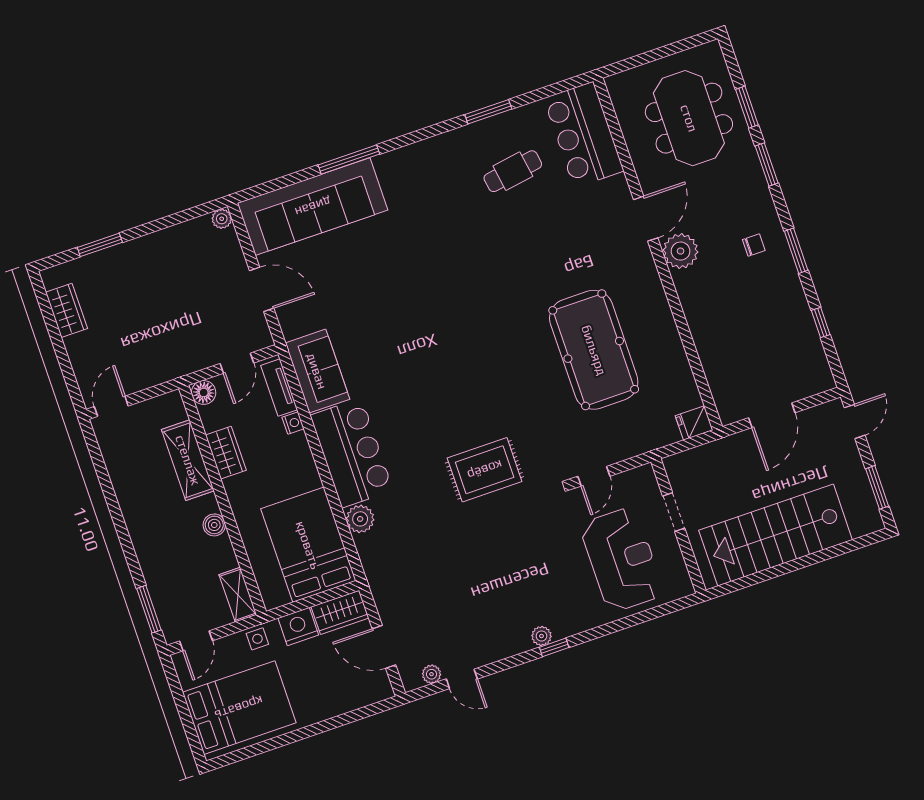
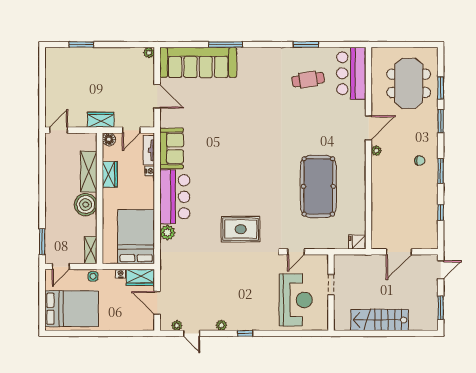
plant: (681, 251) -> (376, 151), width x0.53, depth x0.53
wardrobe: (66, 310) -> (101, 120), moved, turned -90
boiler: (214, 525) -> (86, 205), width x1.86, depth x1.86
stairs: (776, 535) -> (380, 320), width x0.73, depth x0.66
nightstand: (298, 627) -> (121, 274), width x0.53, depth x0.56
plant: (541, 636) -> (221, 325), moved

